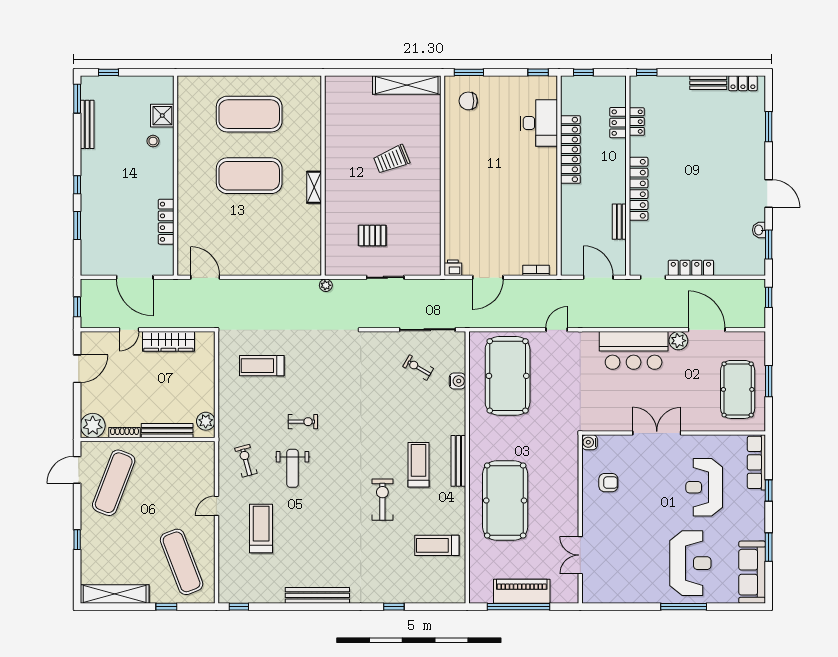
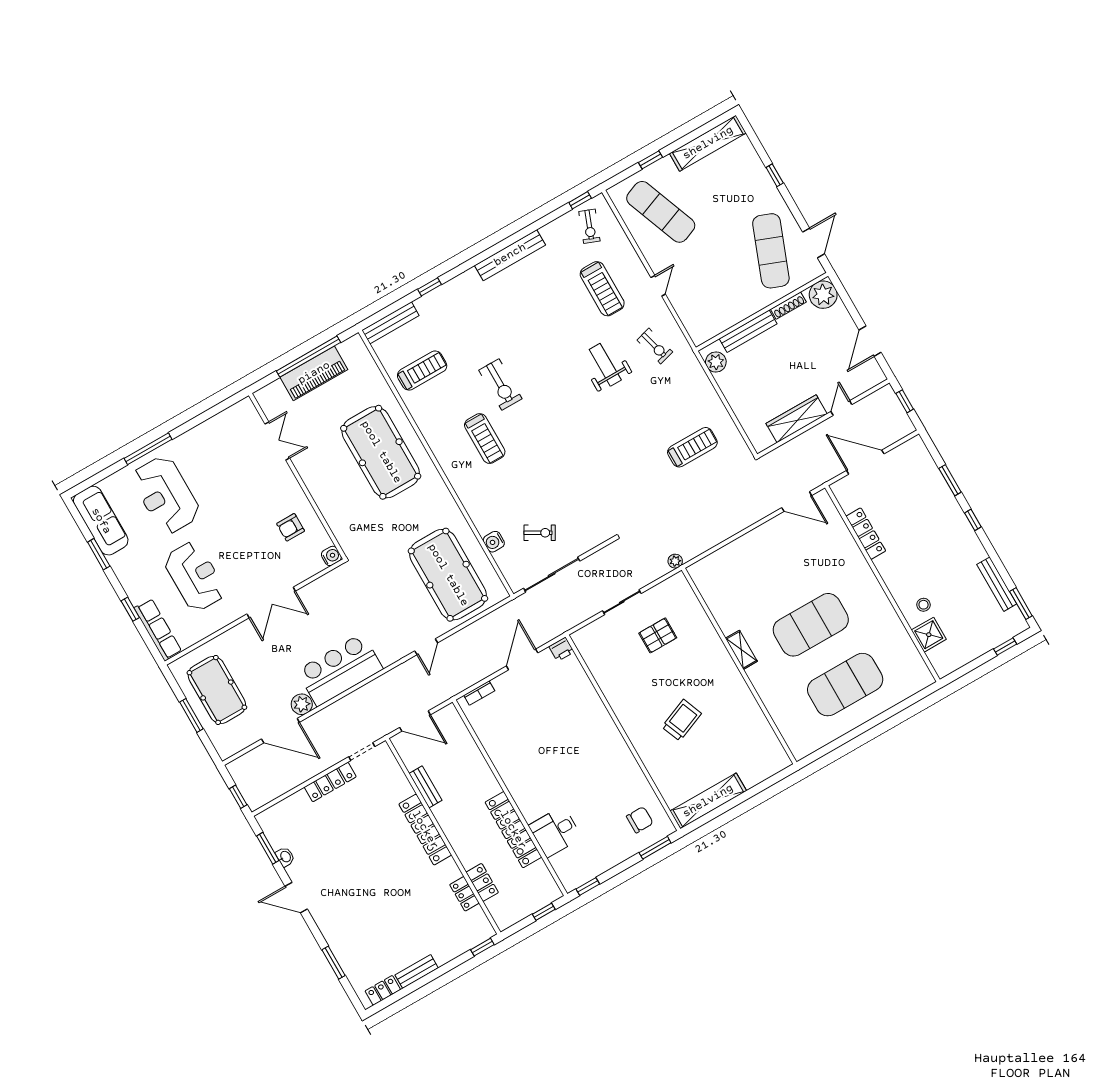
desk: (539, 123) -> (555, 832), width x0.73
exercise bike: (303, 422) -> (589, 226), moved, turned -69
bench: (458, 461) -> (390, 323), moved, turned 90

